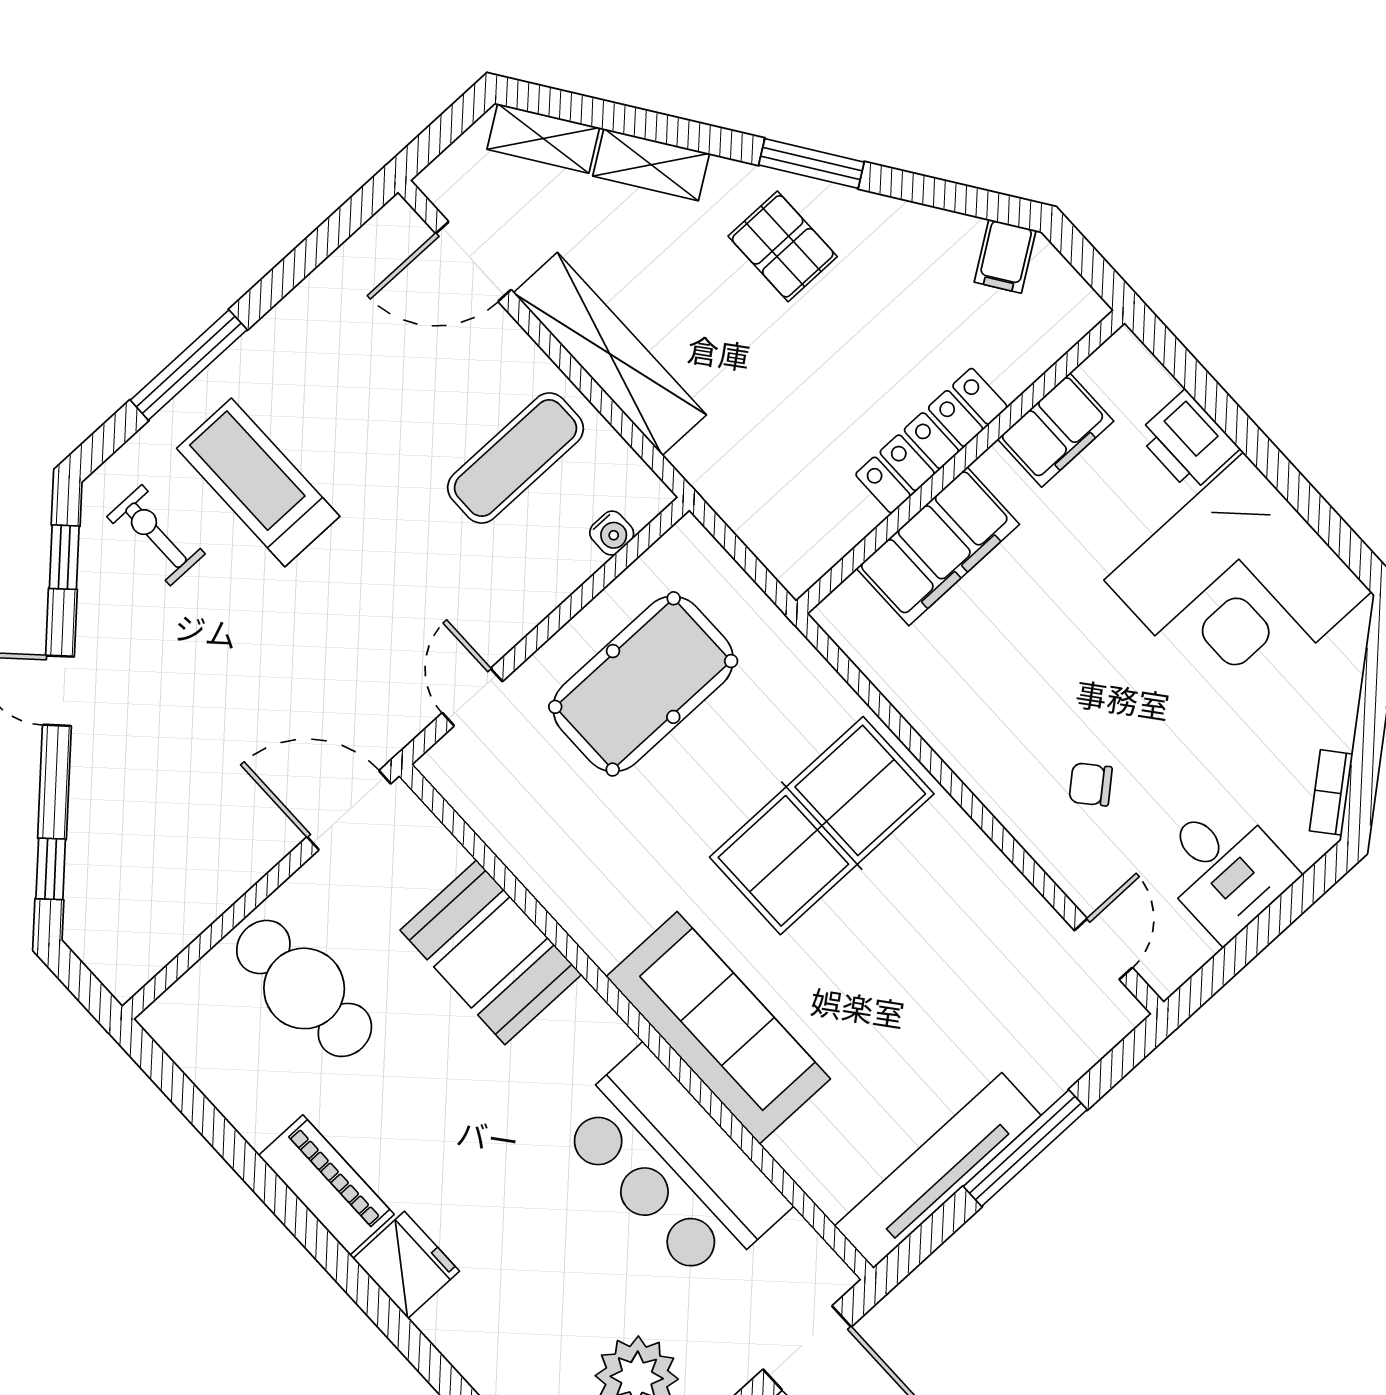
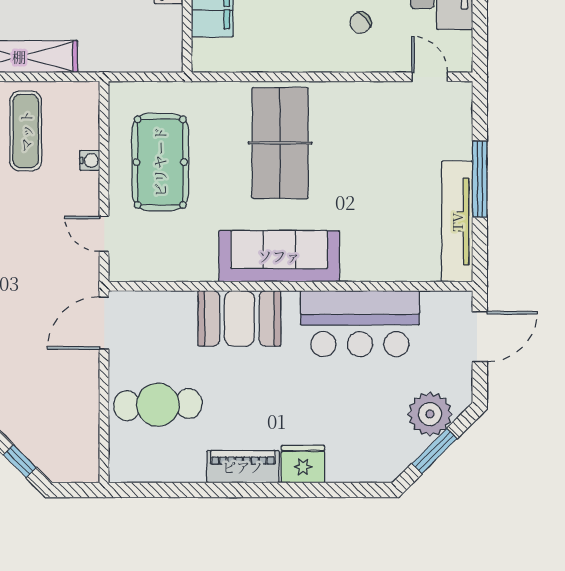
water cooler: (612, 533) -> (90, 160), moved
booth: (491, 952) -> (239, 318), moved
sofa: (718, 1028) -> (279, 256), moved

